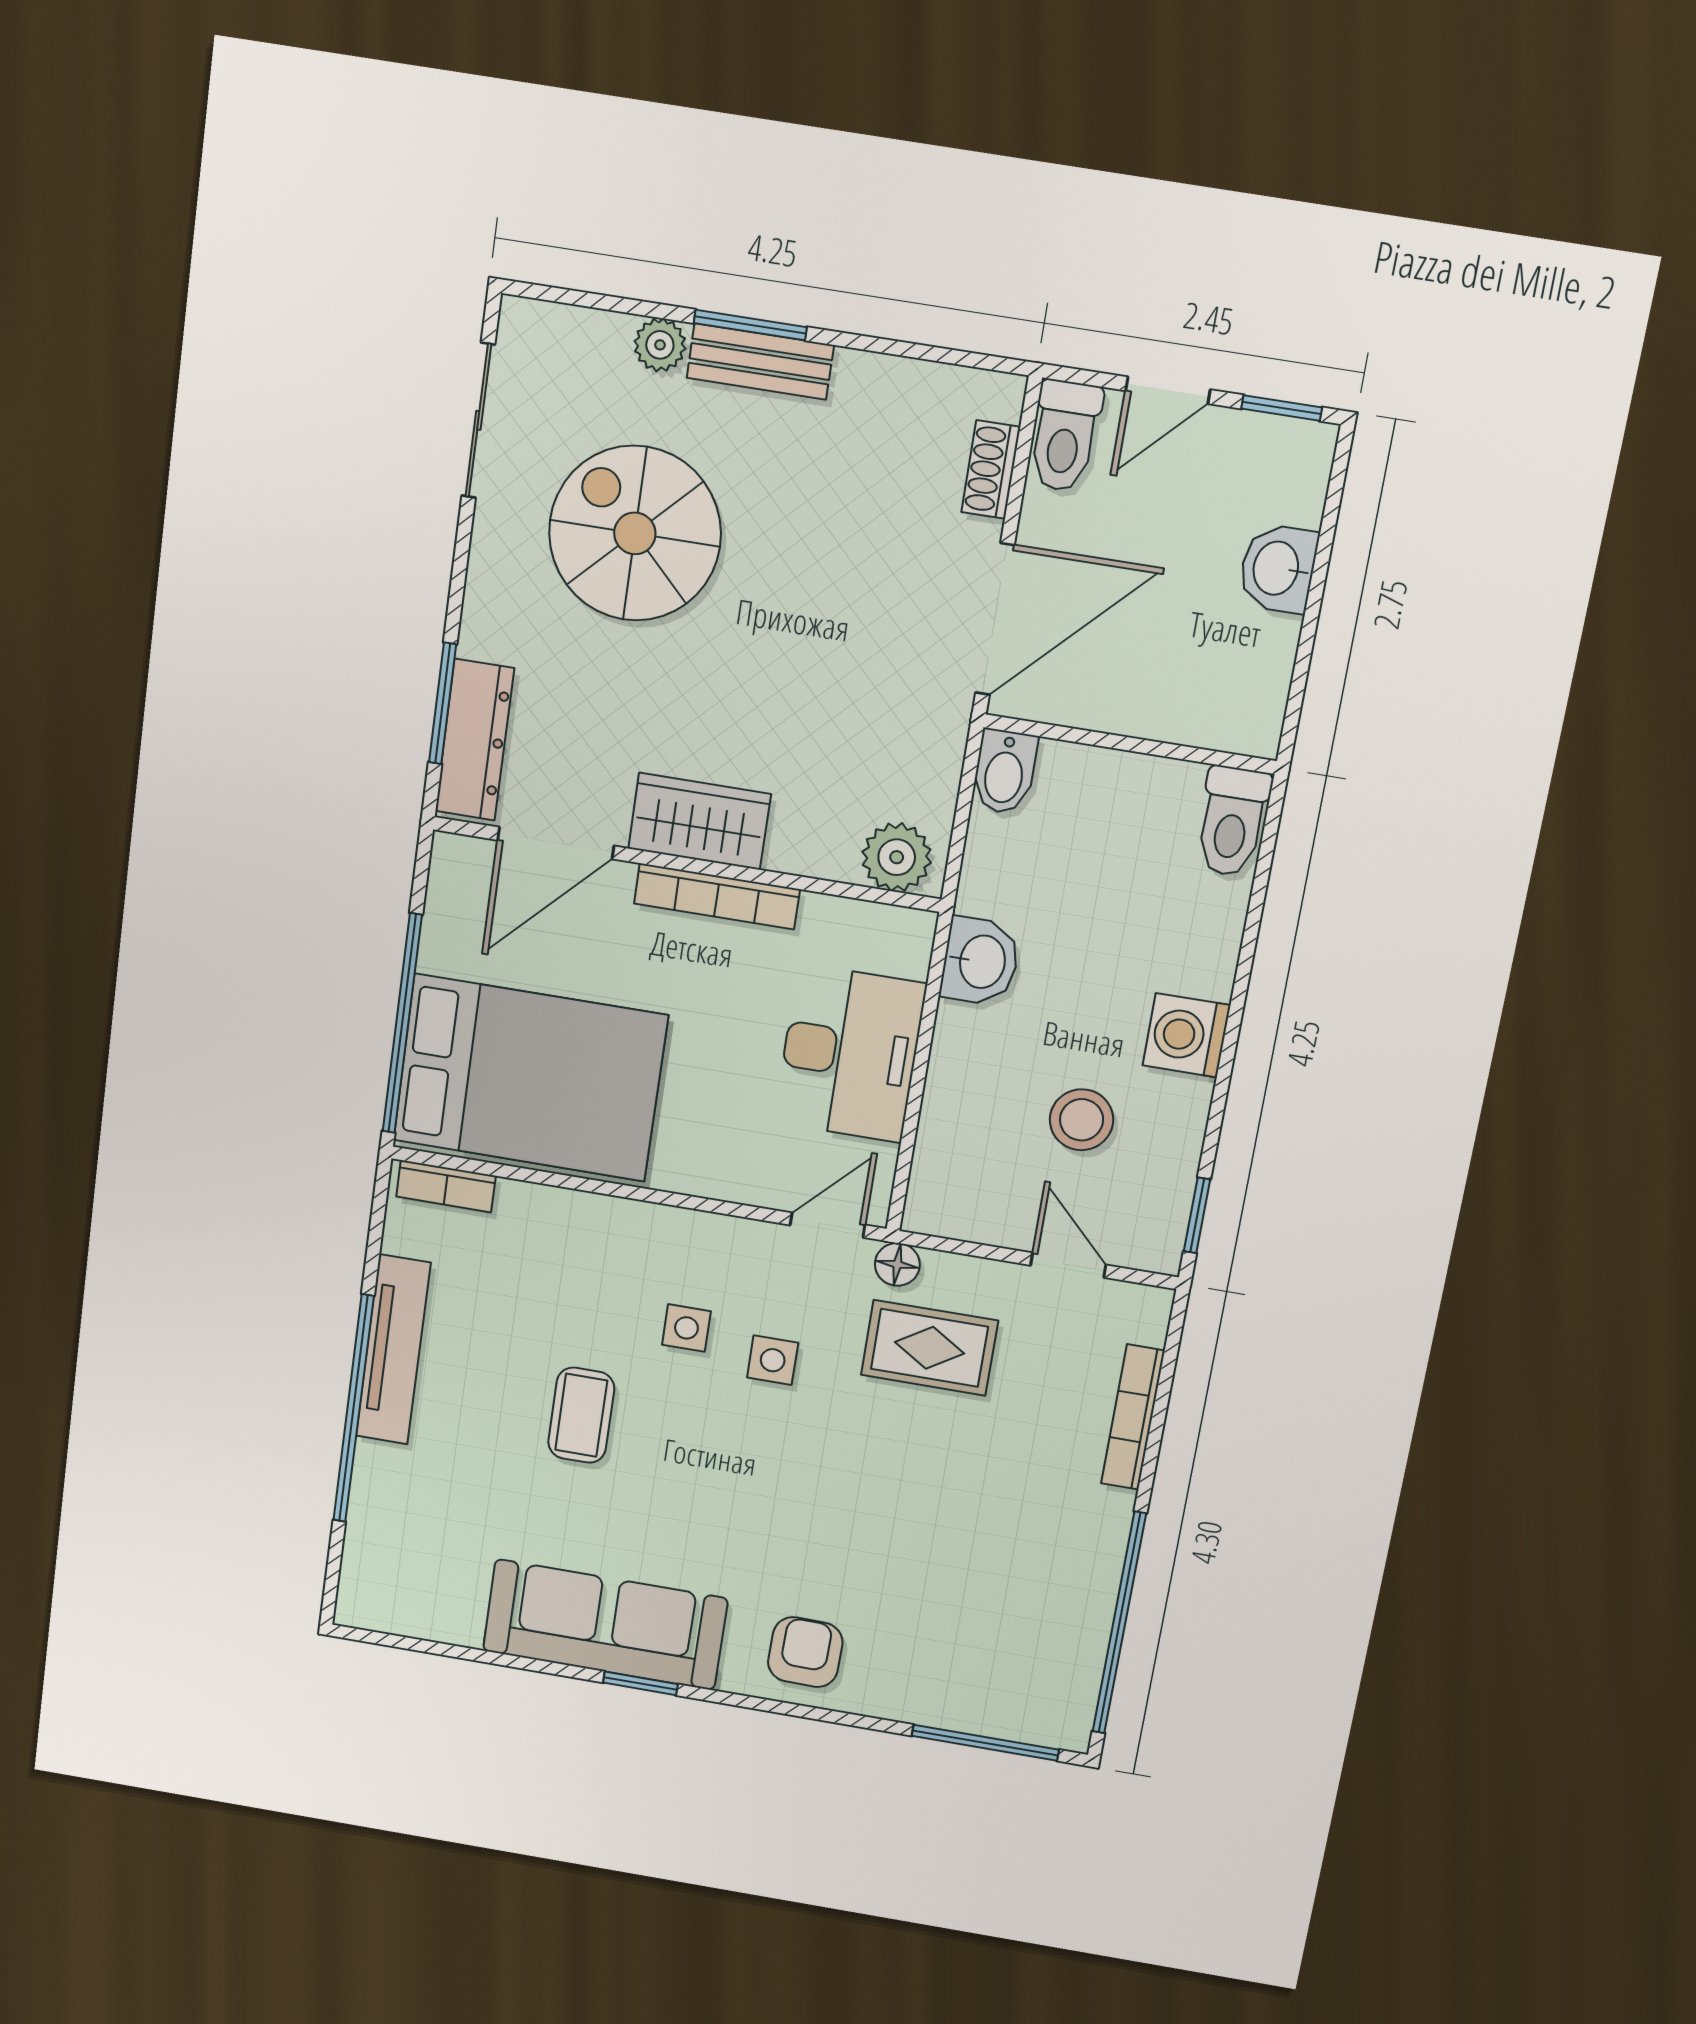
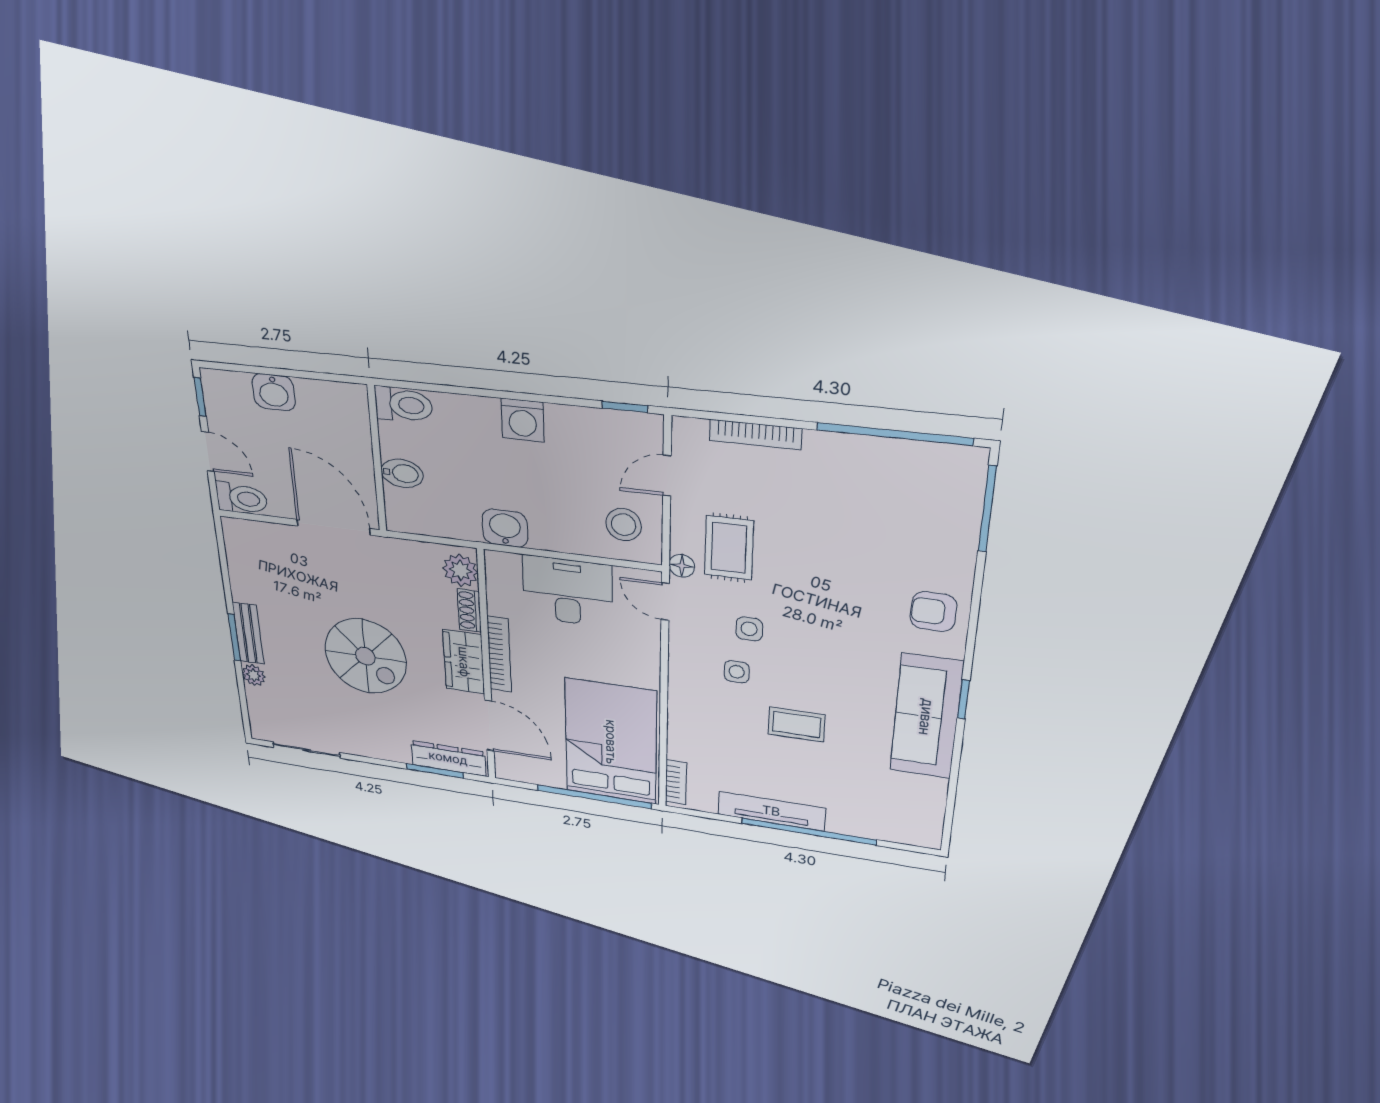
shoe rack: (991, 470) -> (469, 610), moved, turned 90
spiral stairs: (635, 533) -> (365, 656), moved, turned -90
bidet: (1004, 772) -> (402, 473), moved
stool: (1082, 1120) -> (624, 525), moved

